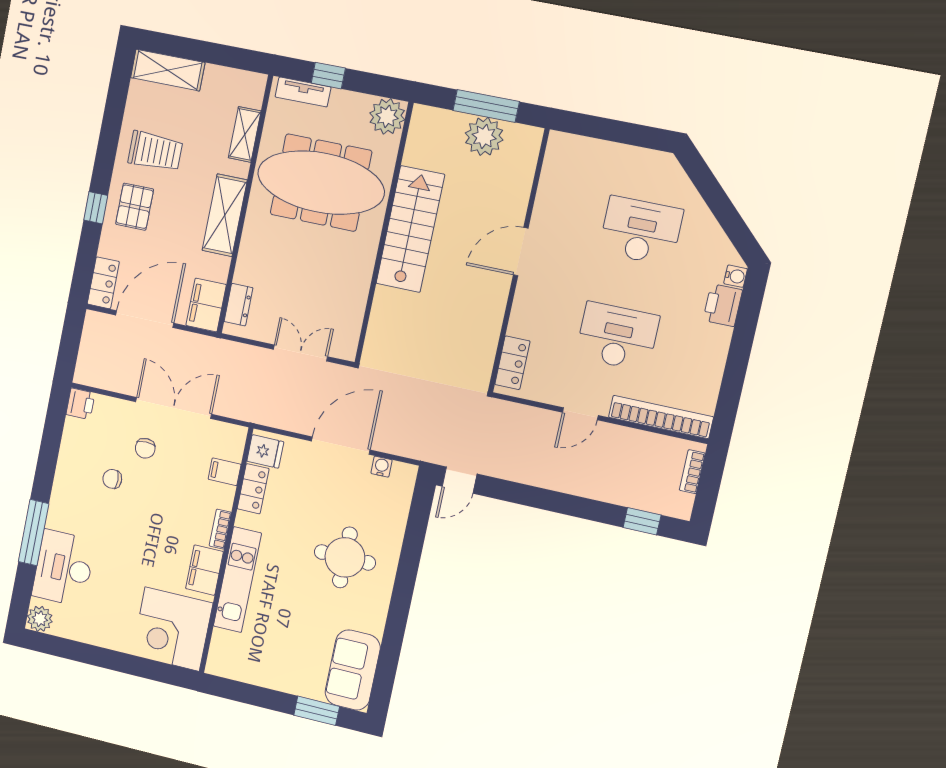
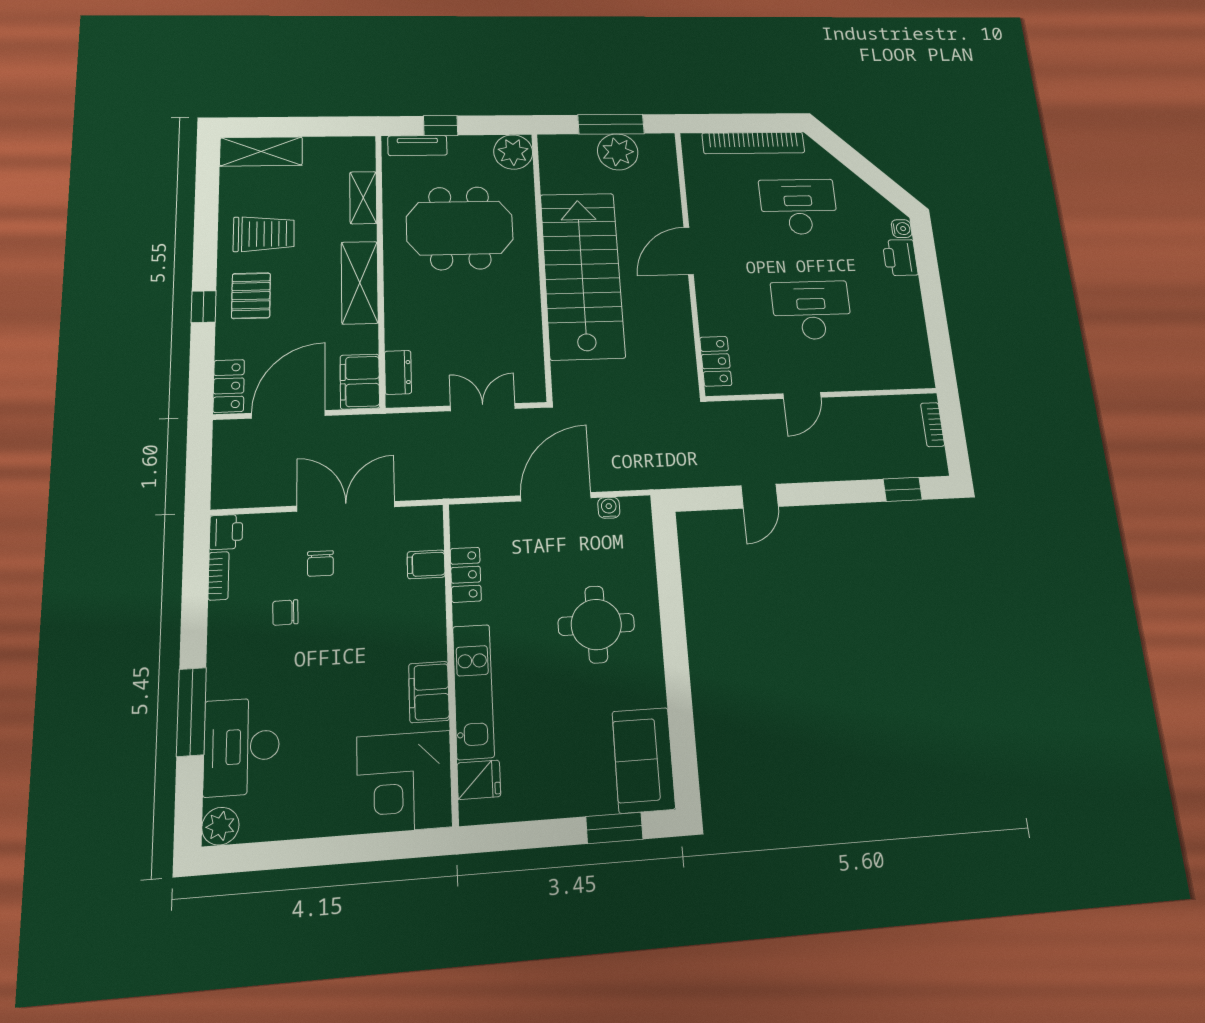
meeting table: (321, 183) -> (460, 228), width x0.73
stairs: (410, 229) -> (582, 275), width x1.36, depth x1.51
bookcase: (661, 417) -> (753, 143), moved, turned 180
fridge: (265, 451) -> (479, 780), moved
door: (460, 480) -> (760, 496), moved
bookcase: (220, 529) -> (218, 576), moved, turned 180

